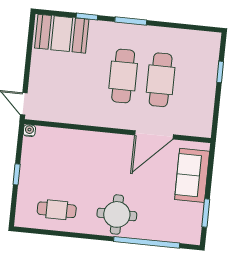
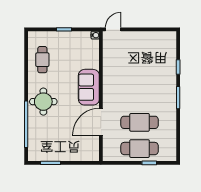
booth: (62, 34) -> (164, 51), removed
cafe table: (123, 76) -> (140, 149), moved
door: (154, 135) -> (101, 122), hinge flipped
sofa: (192, 175) -> (89, 87), moved, turned -90

